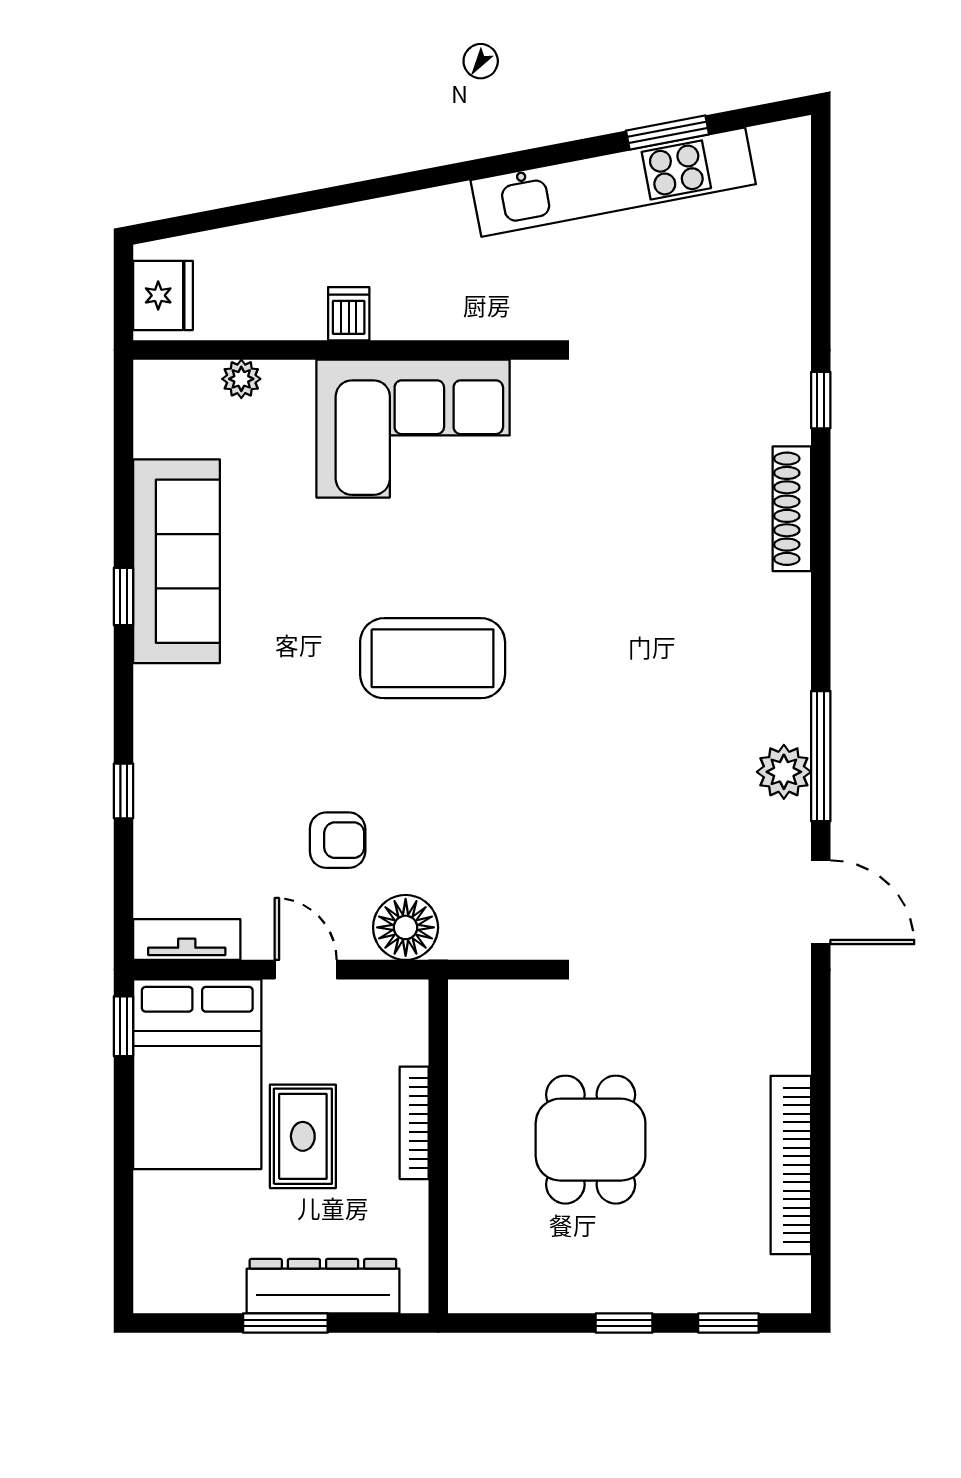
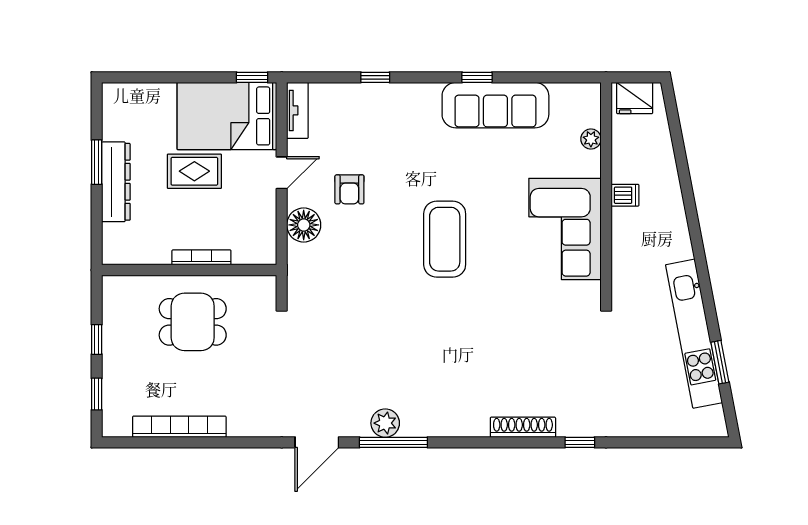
bookcase: (414, 1123) -> (201, 257), moved
wall: (438, 1146) -> (189, 270), moved

